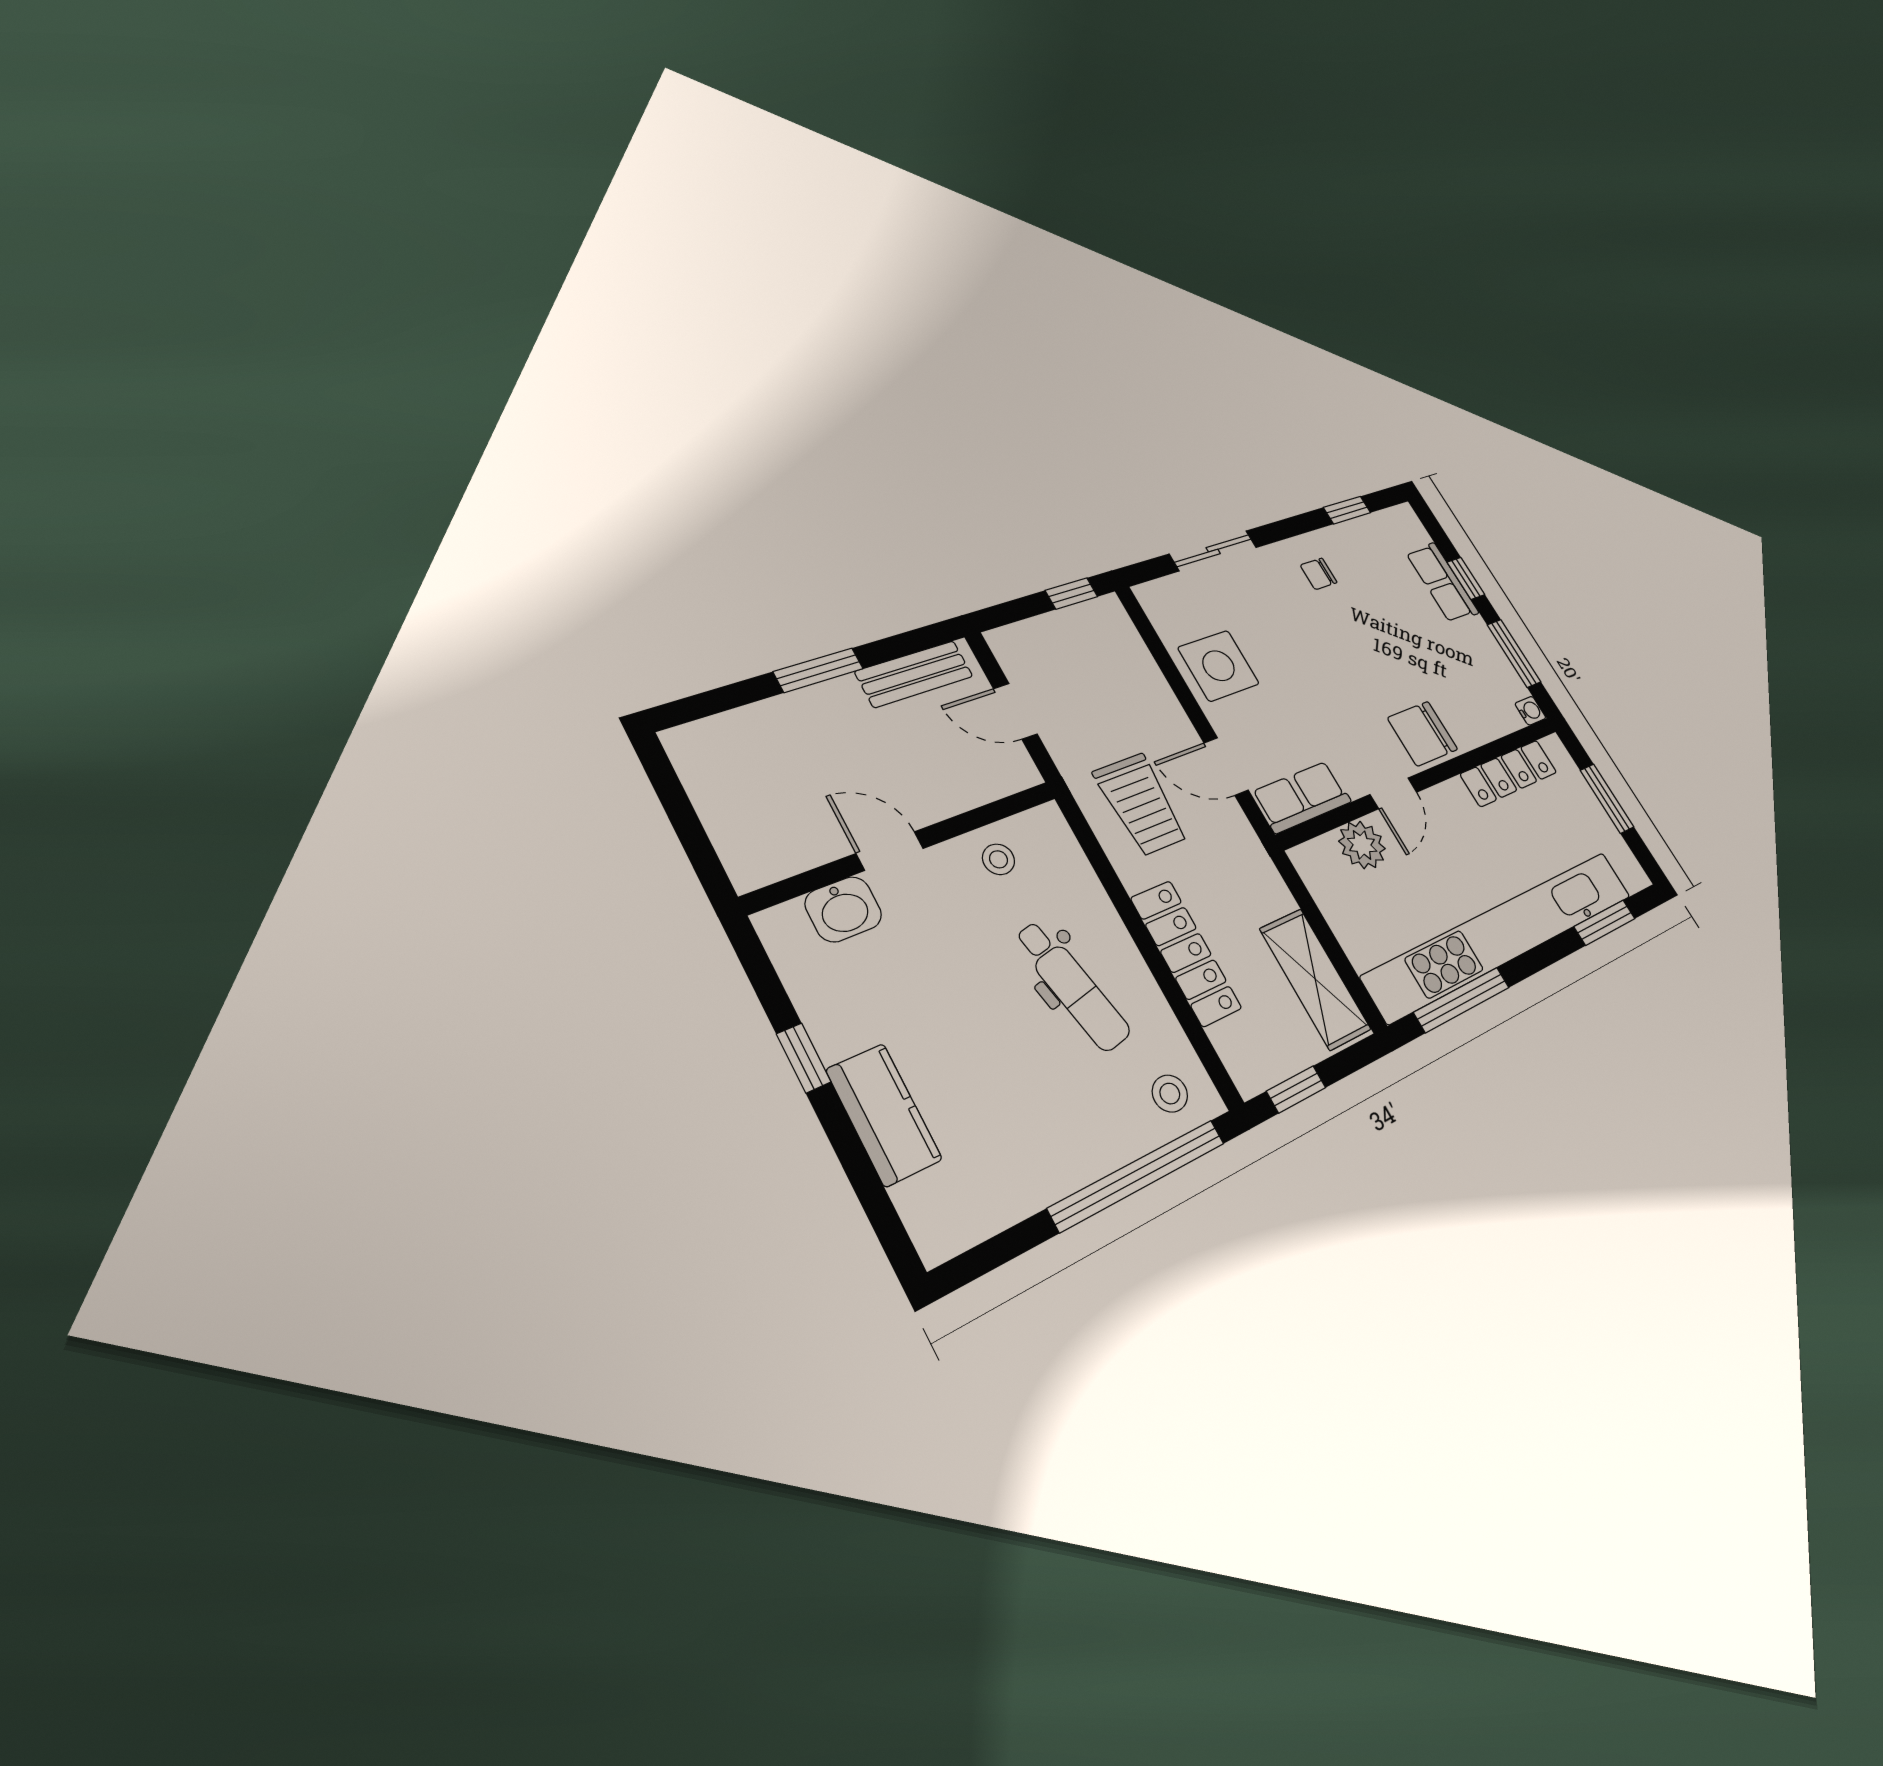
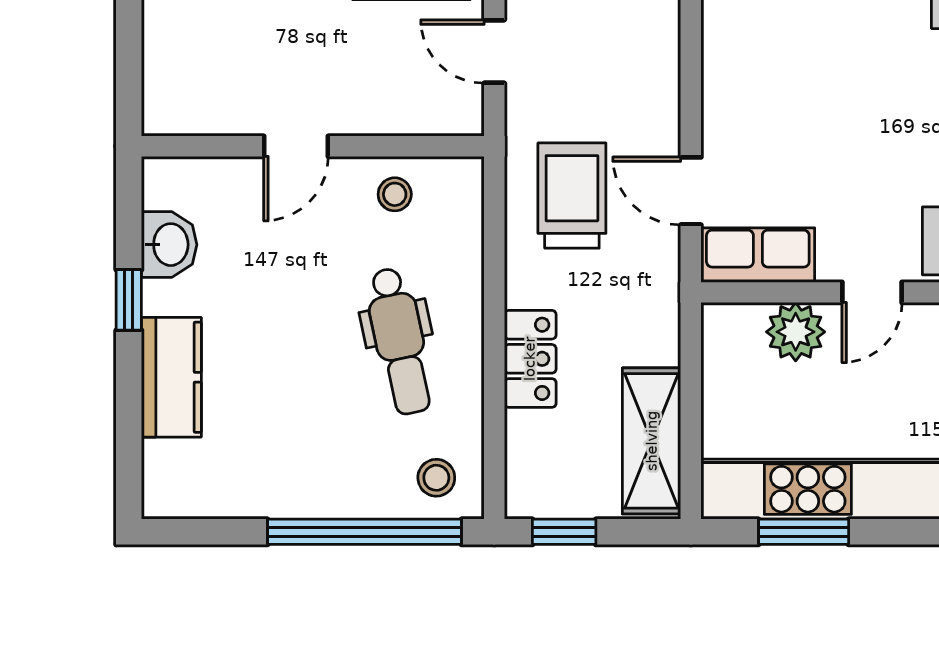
side table: (1219, 666) -> (752, 78), removed
trolley: (1141, 804) -> (572, 196), turned 180
door: (890, 851) -> (296, 146), swing flipped
washbasin: (843, 909) -> (169, 245), moved, turned -90
locker: (1186, 953) -> (530, 359), width x0.66
window: (1462, 1000) -> (804, 532), width x0.69

